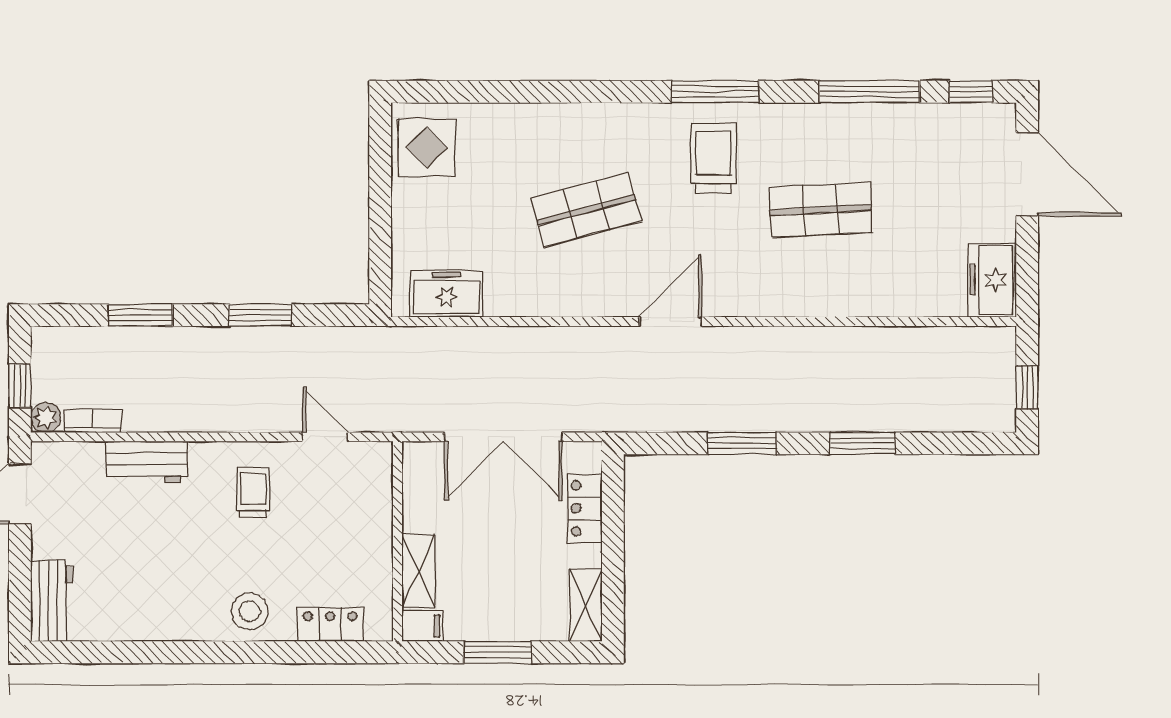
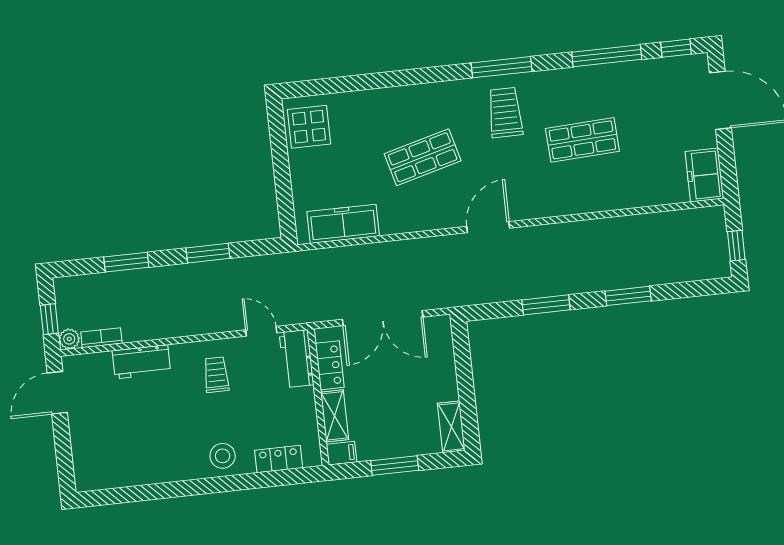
freezer: (446, 294) -> (343, 224), width x1.40
locker: (585, 508) -> (330, 365), moved, turned 180
workbench: (52, 601) -> (297, 359), moved, turned 180

